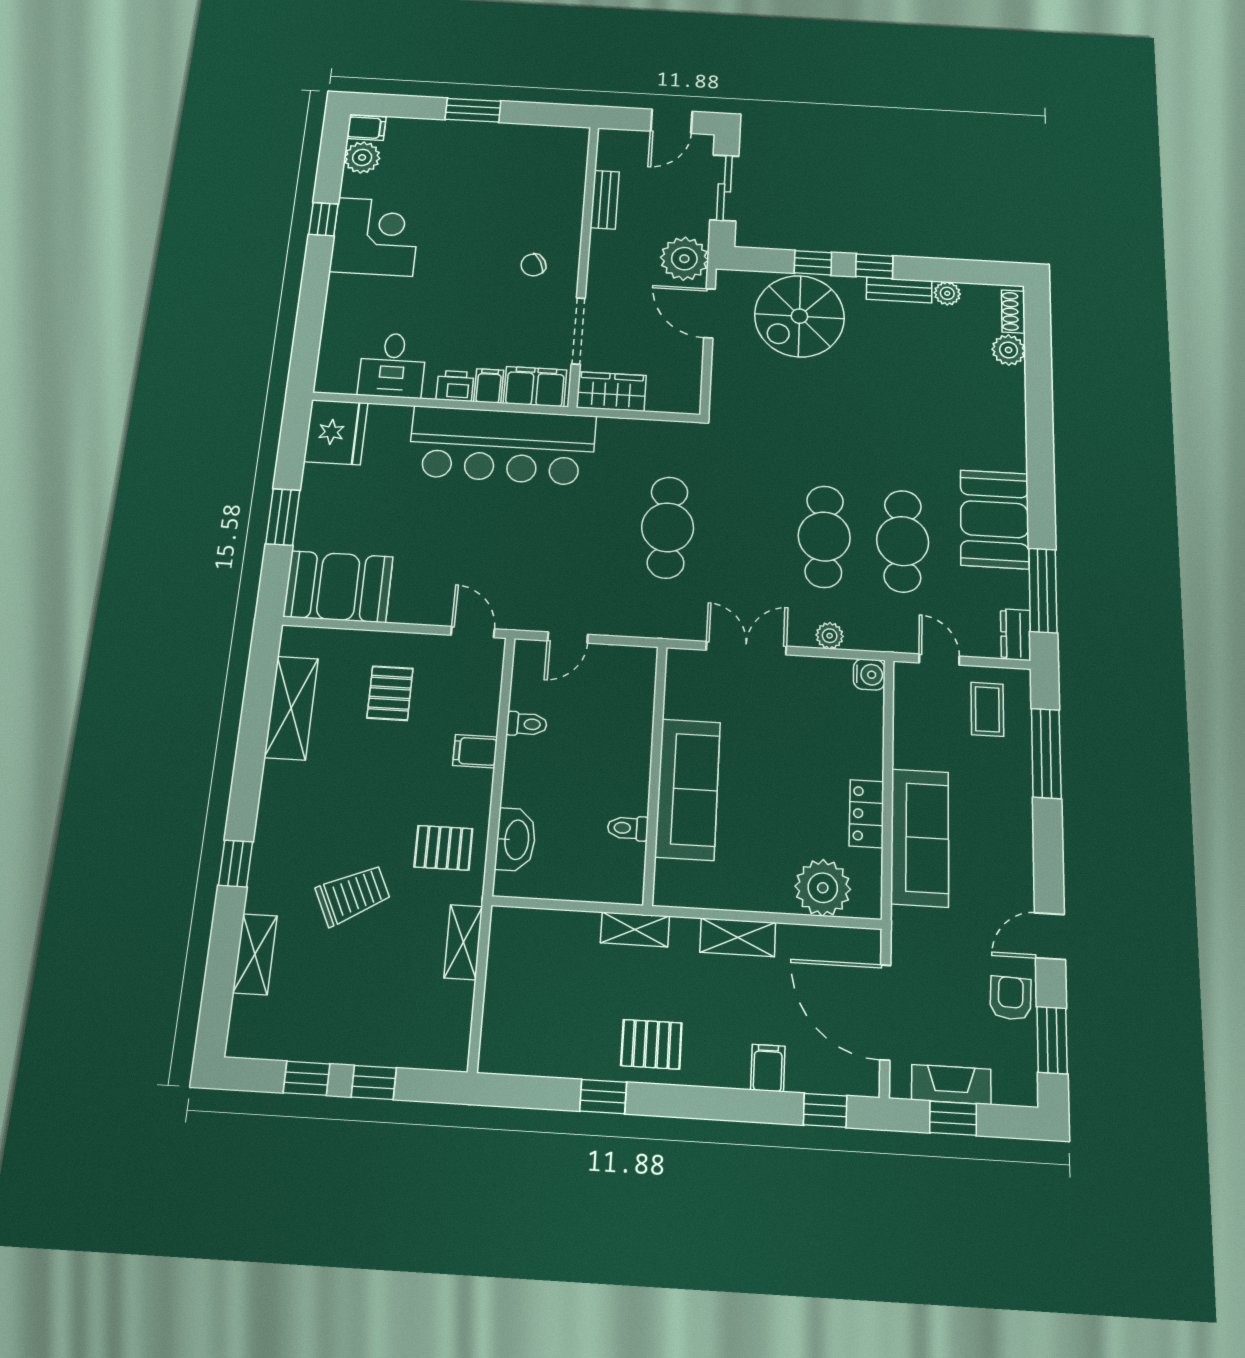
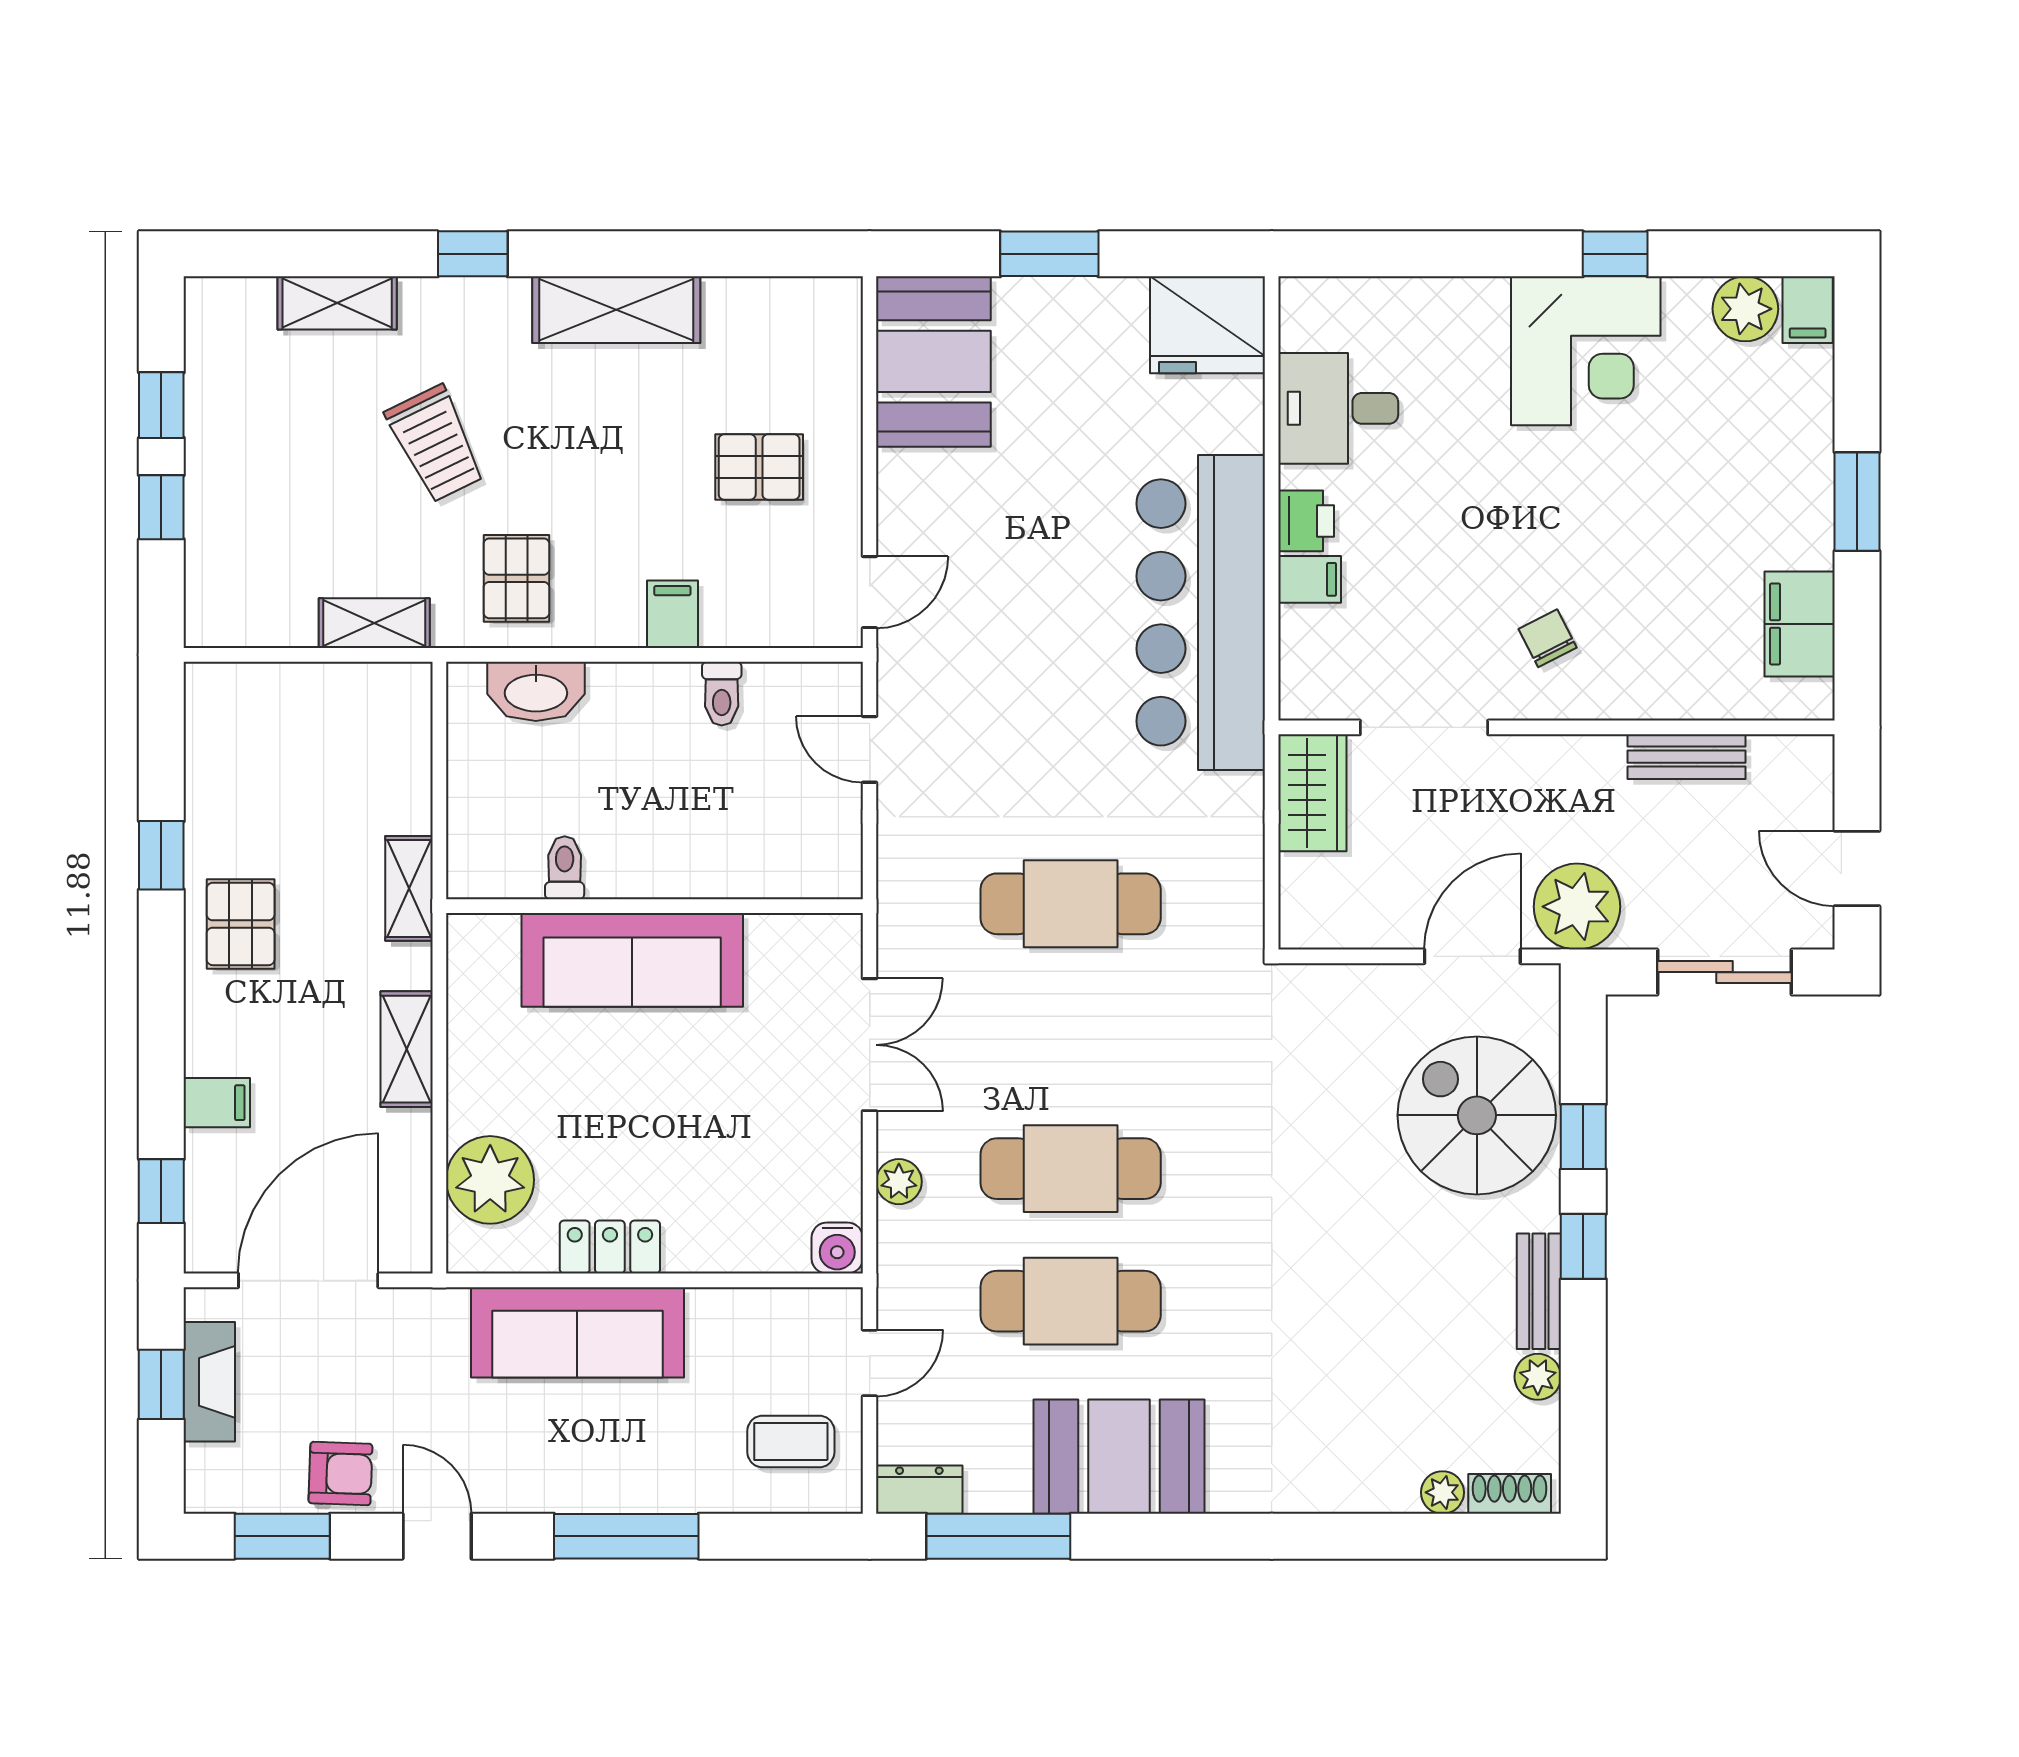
plant: (1009, 350) -> (1442, 1492), width x0.73, depth x0.73
filing cabinet: (535, 387) -> (1800, 624), moved, turned 180
shelving: (291, 708) -> (616, 310), moved
window: (1046, 753) -> (626, 1536), moved

